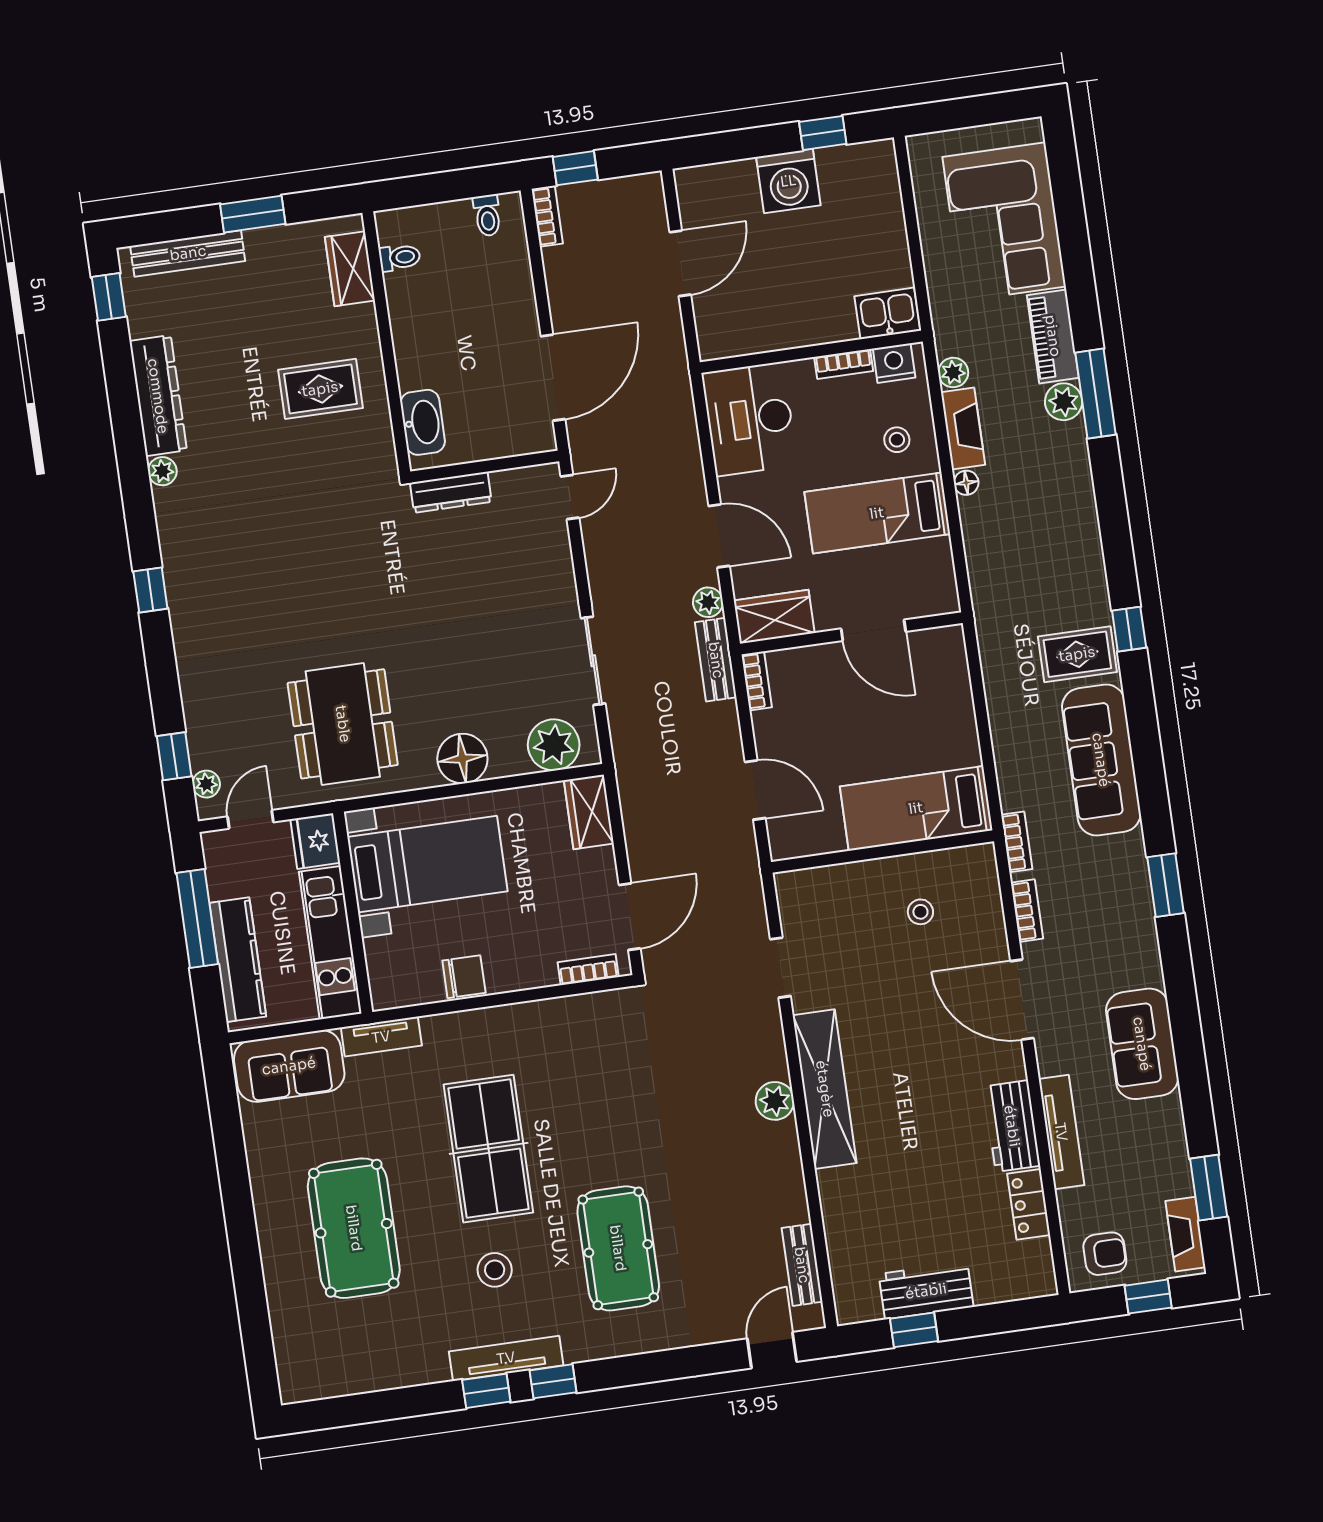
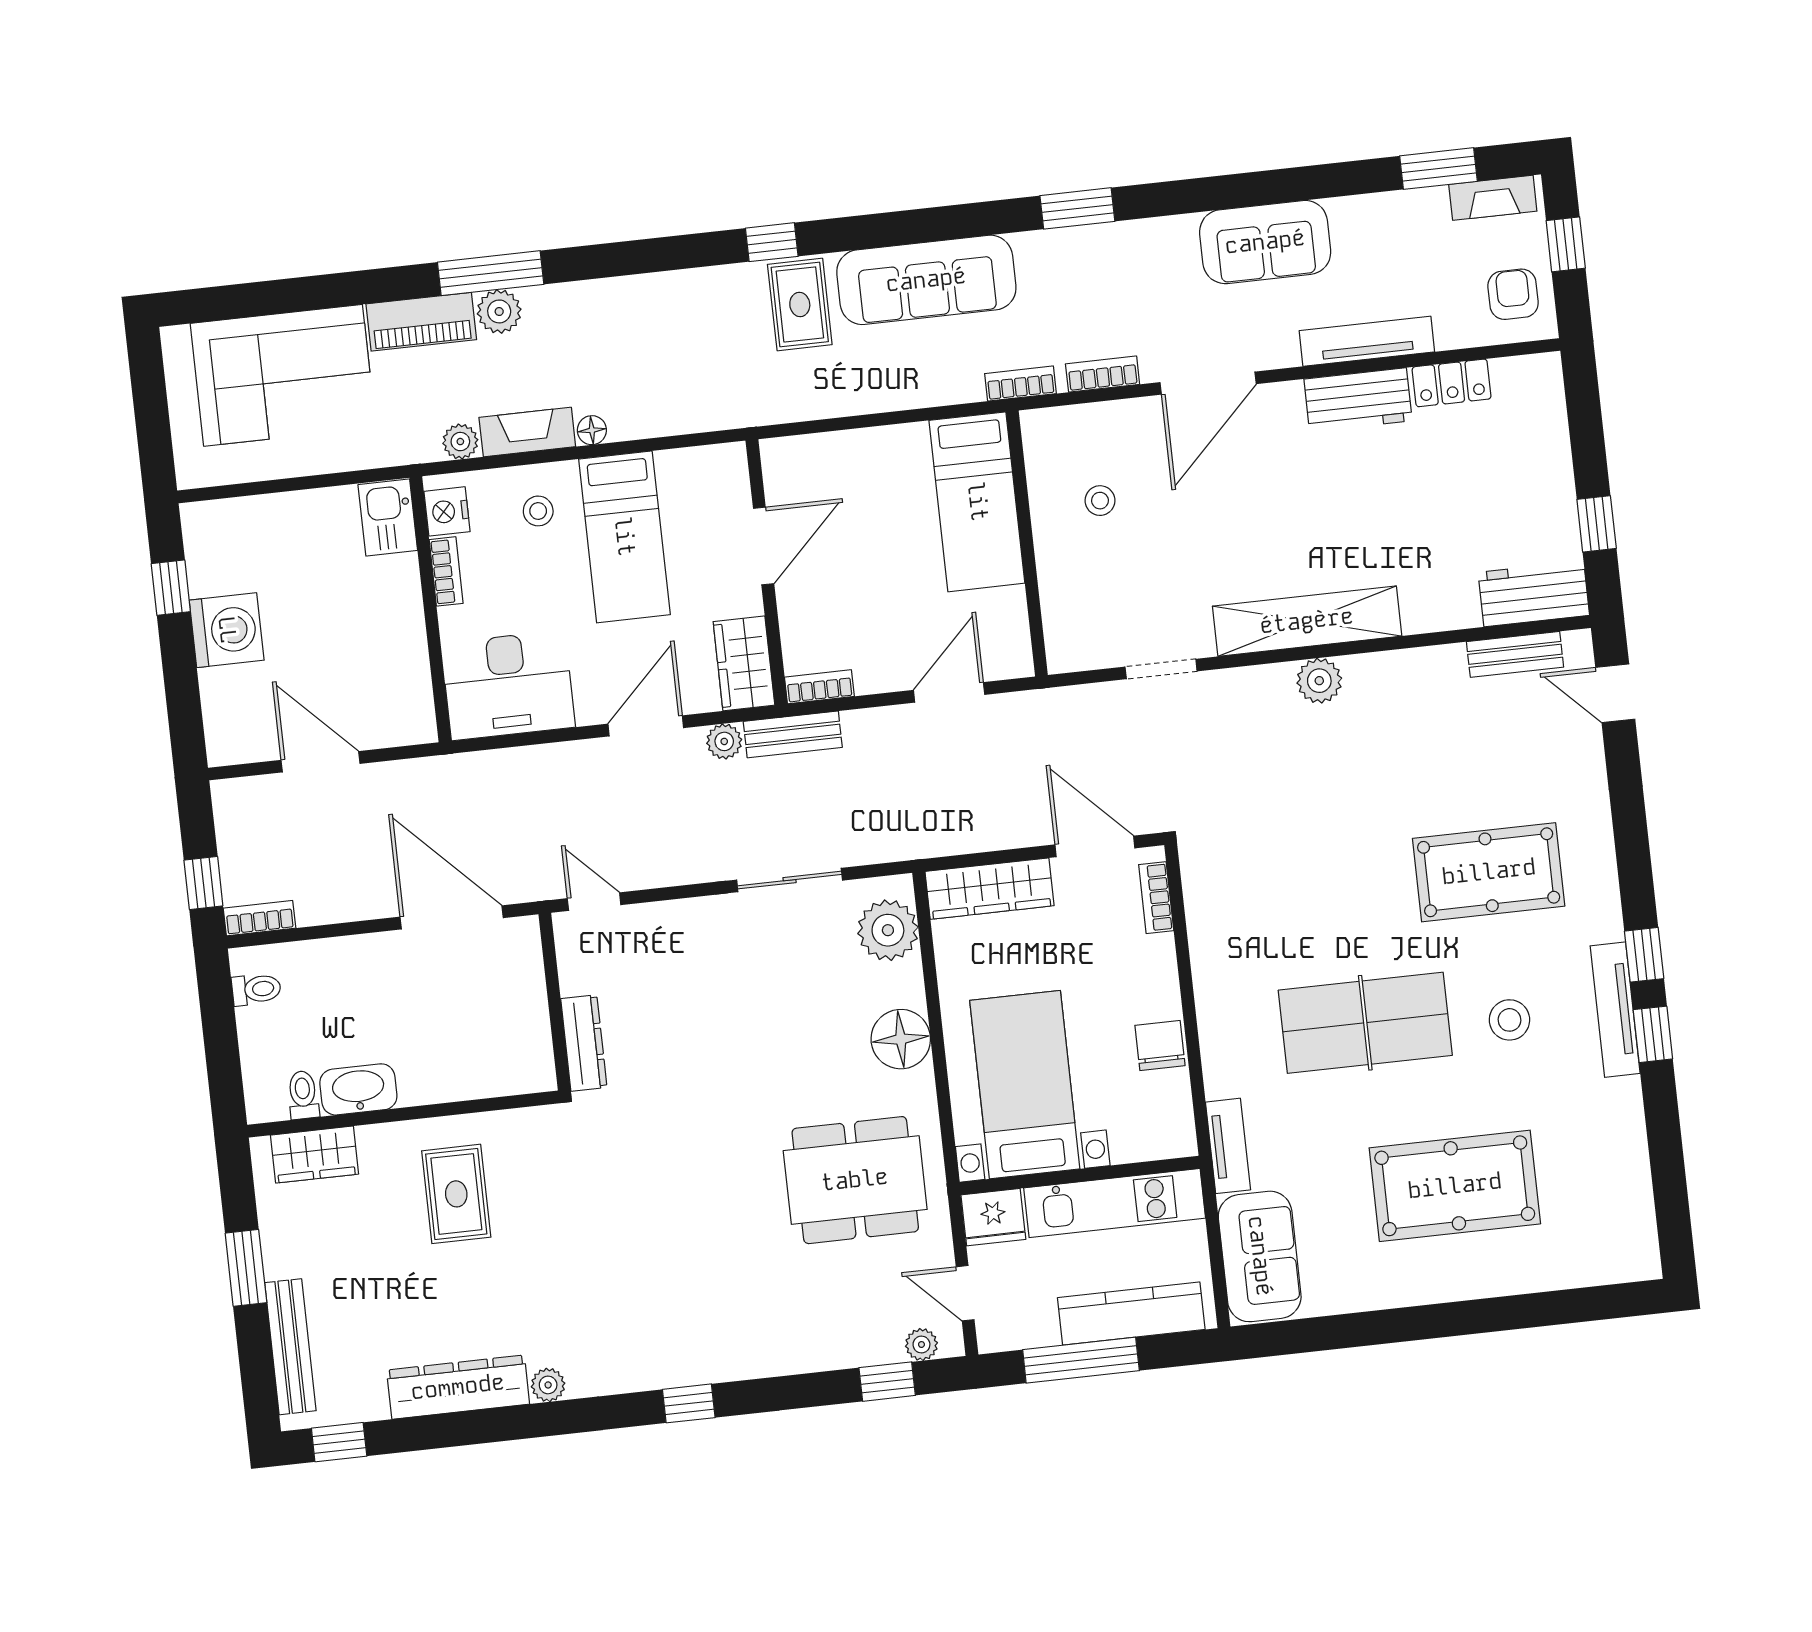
washbasin: (423, 422) -> (358, 1089), moved
wardrobe: (589, 812) -> (989, 889), width x1.50
workbench: (926, 1291) -> (1534, 594), moved, turned 90

